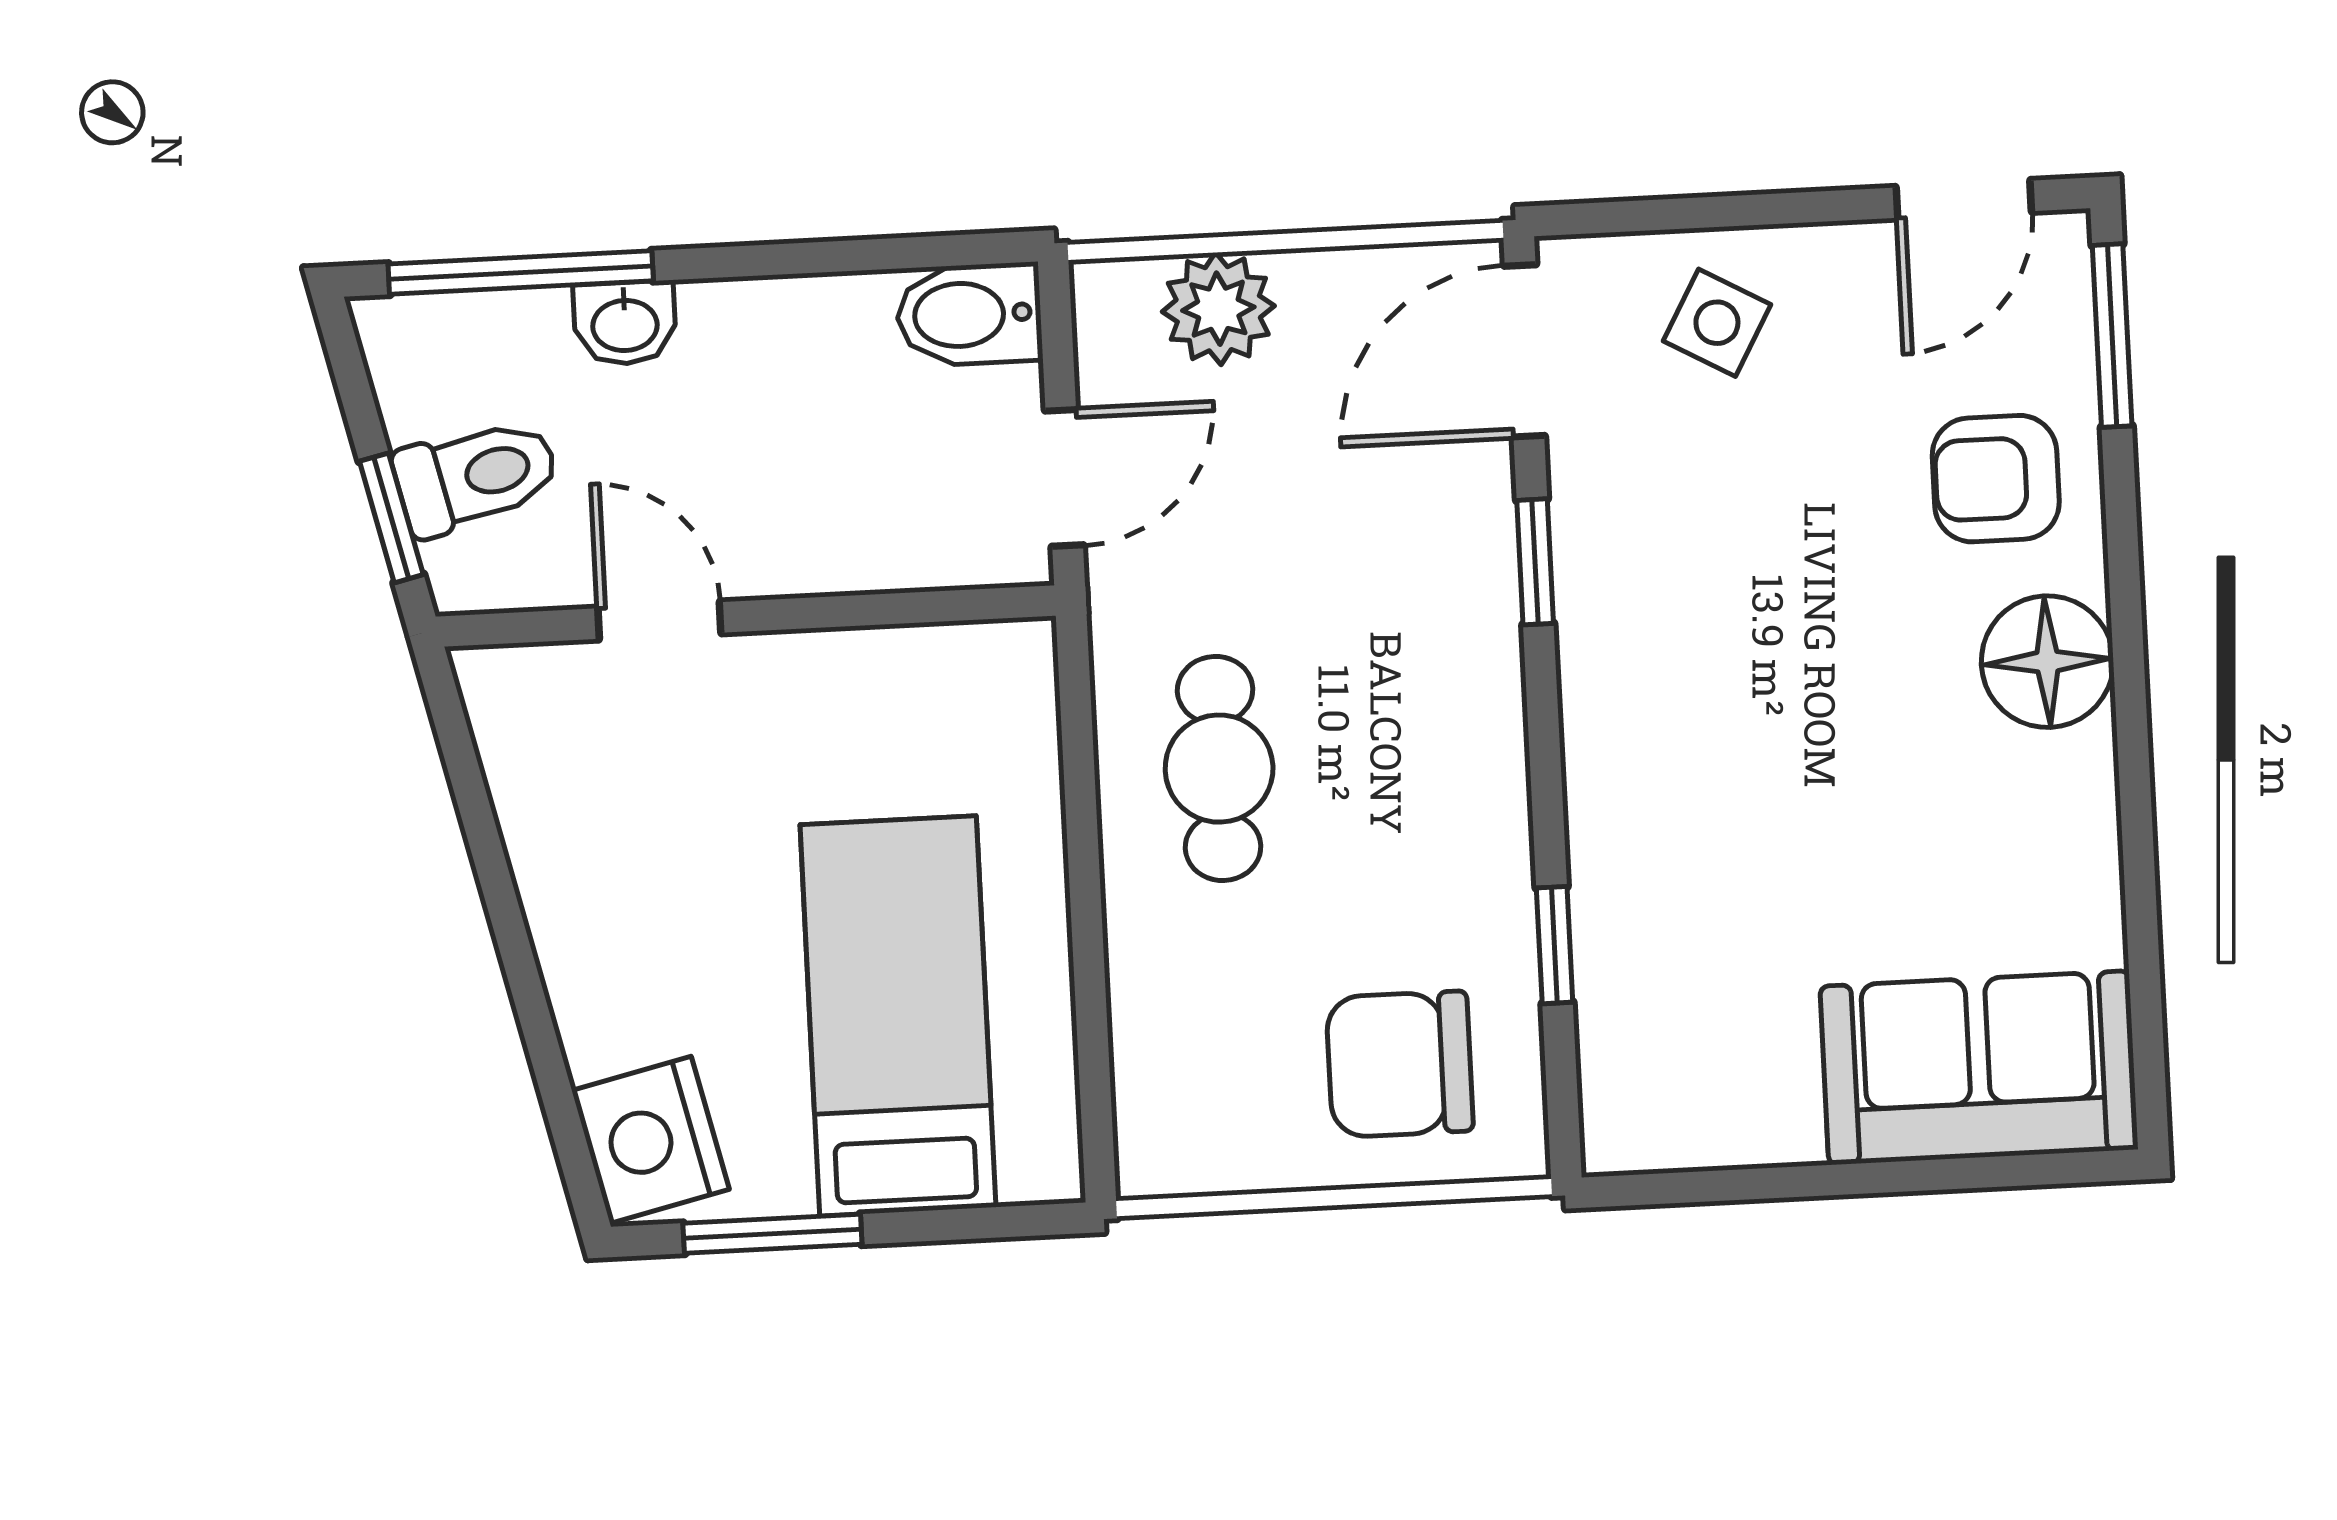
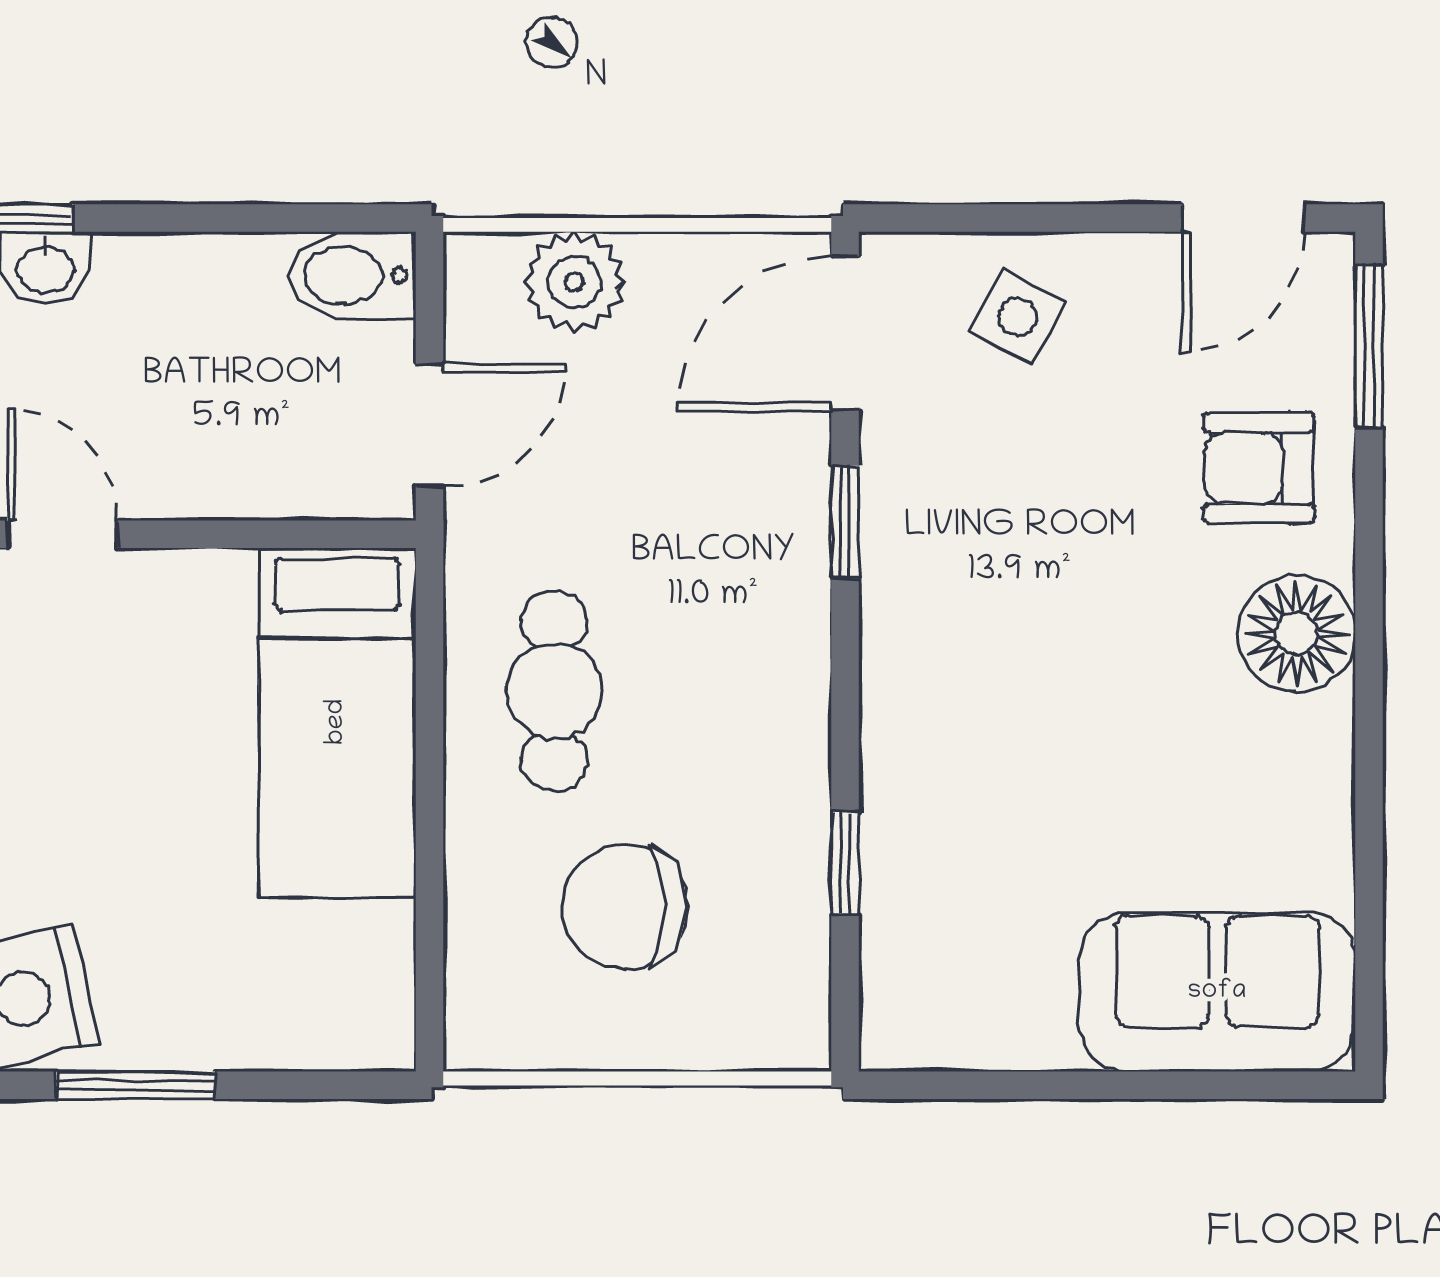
bed: (898, 1016) -> (337, 722), moved, turned 180
chair: (1400, 1064) -> (625, 907), moved

